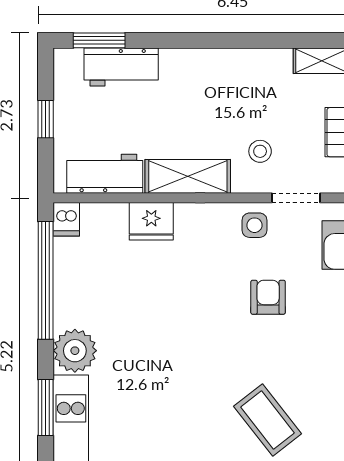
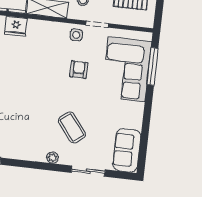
fridge: (151, 221) -> (16, 26), moved

